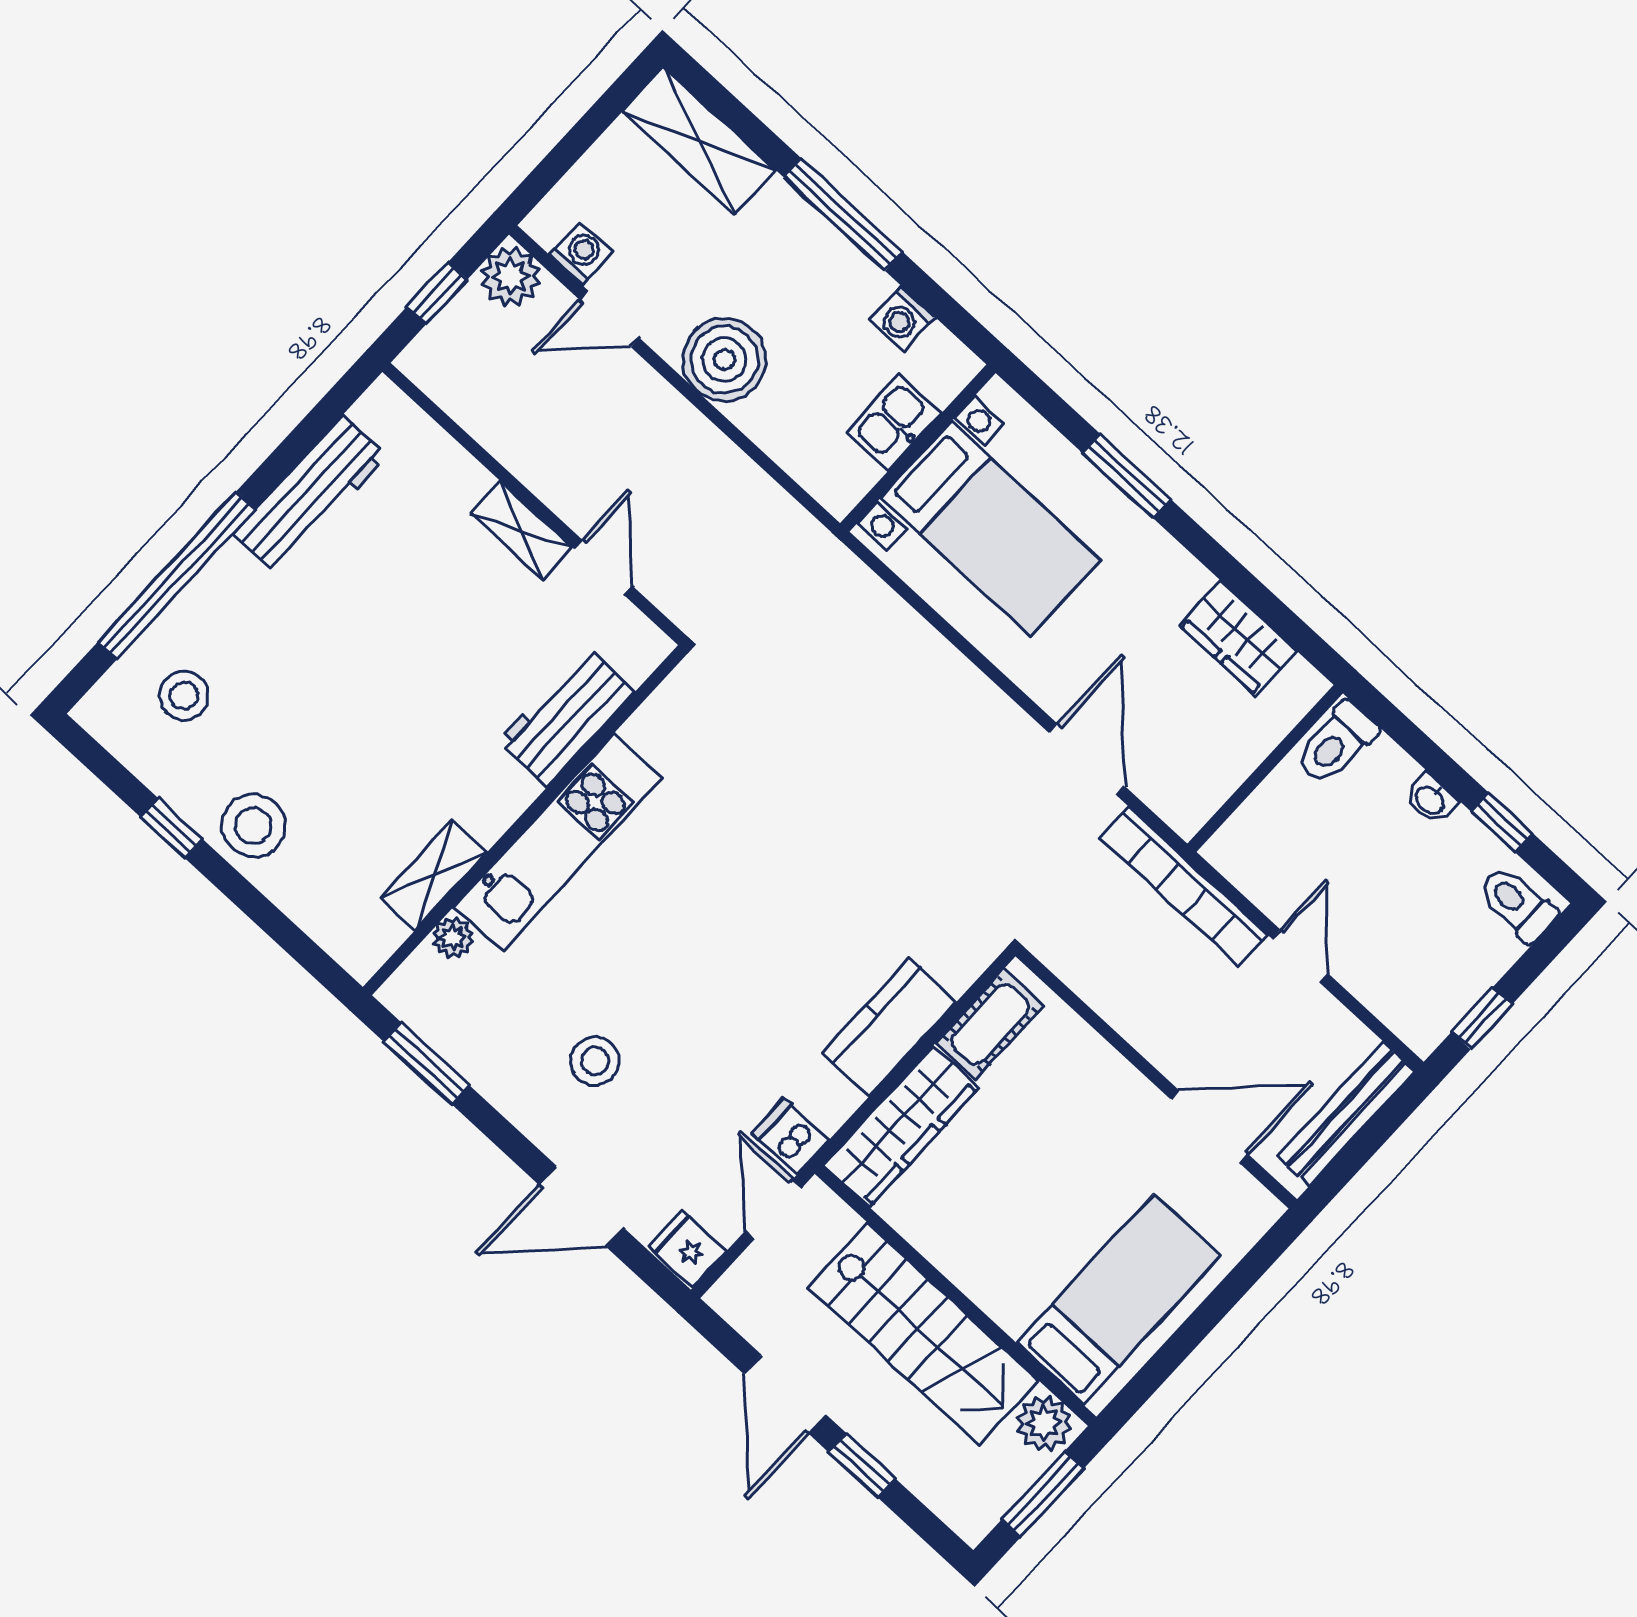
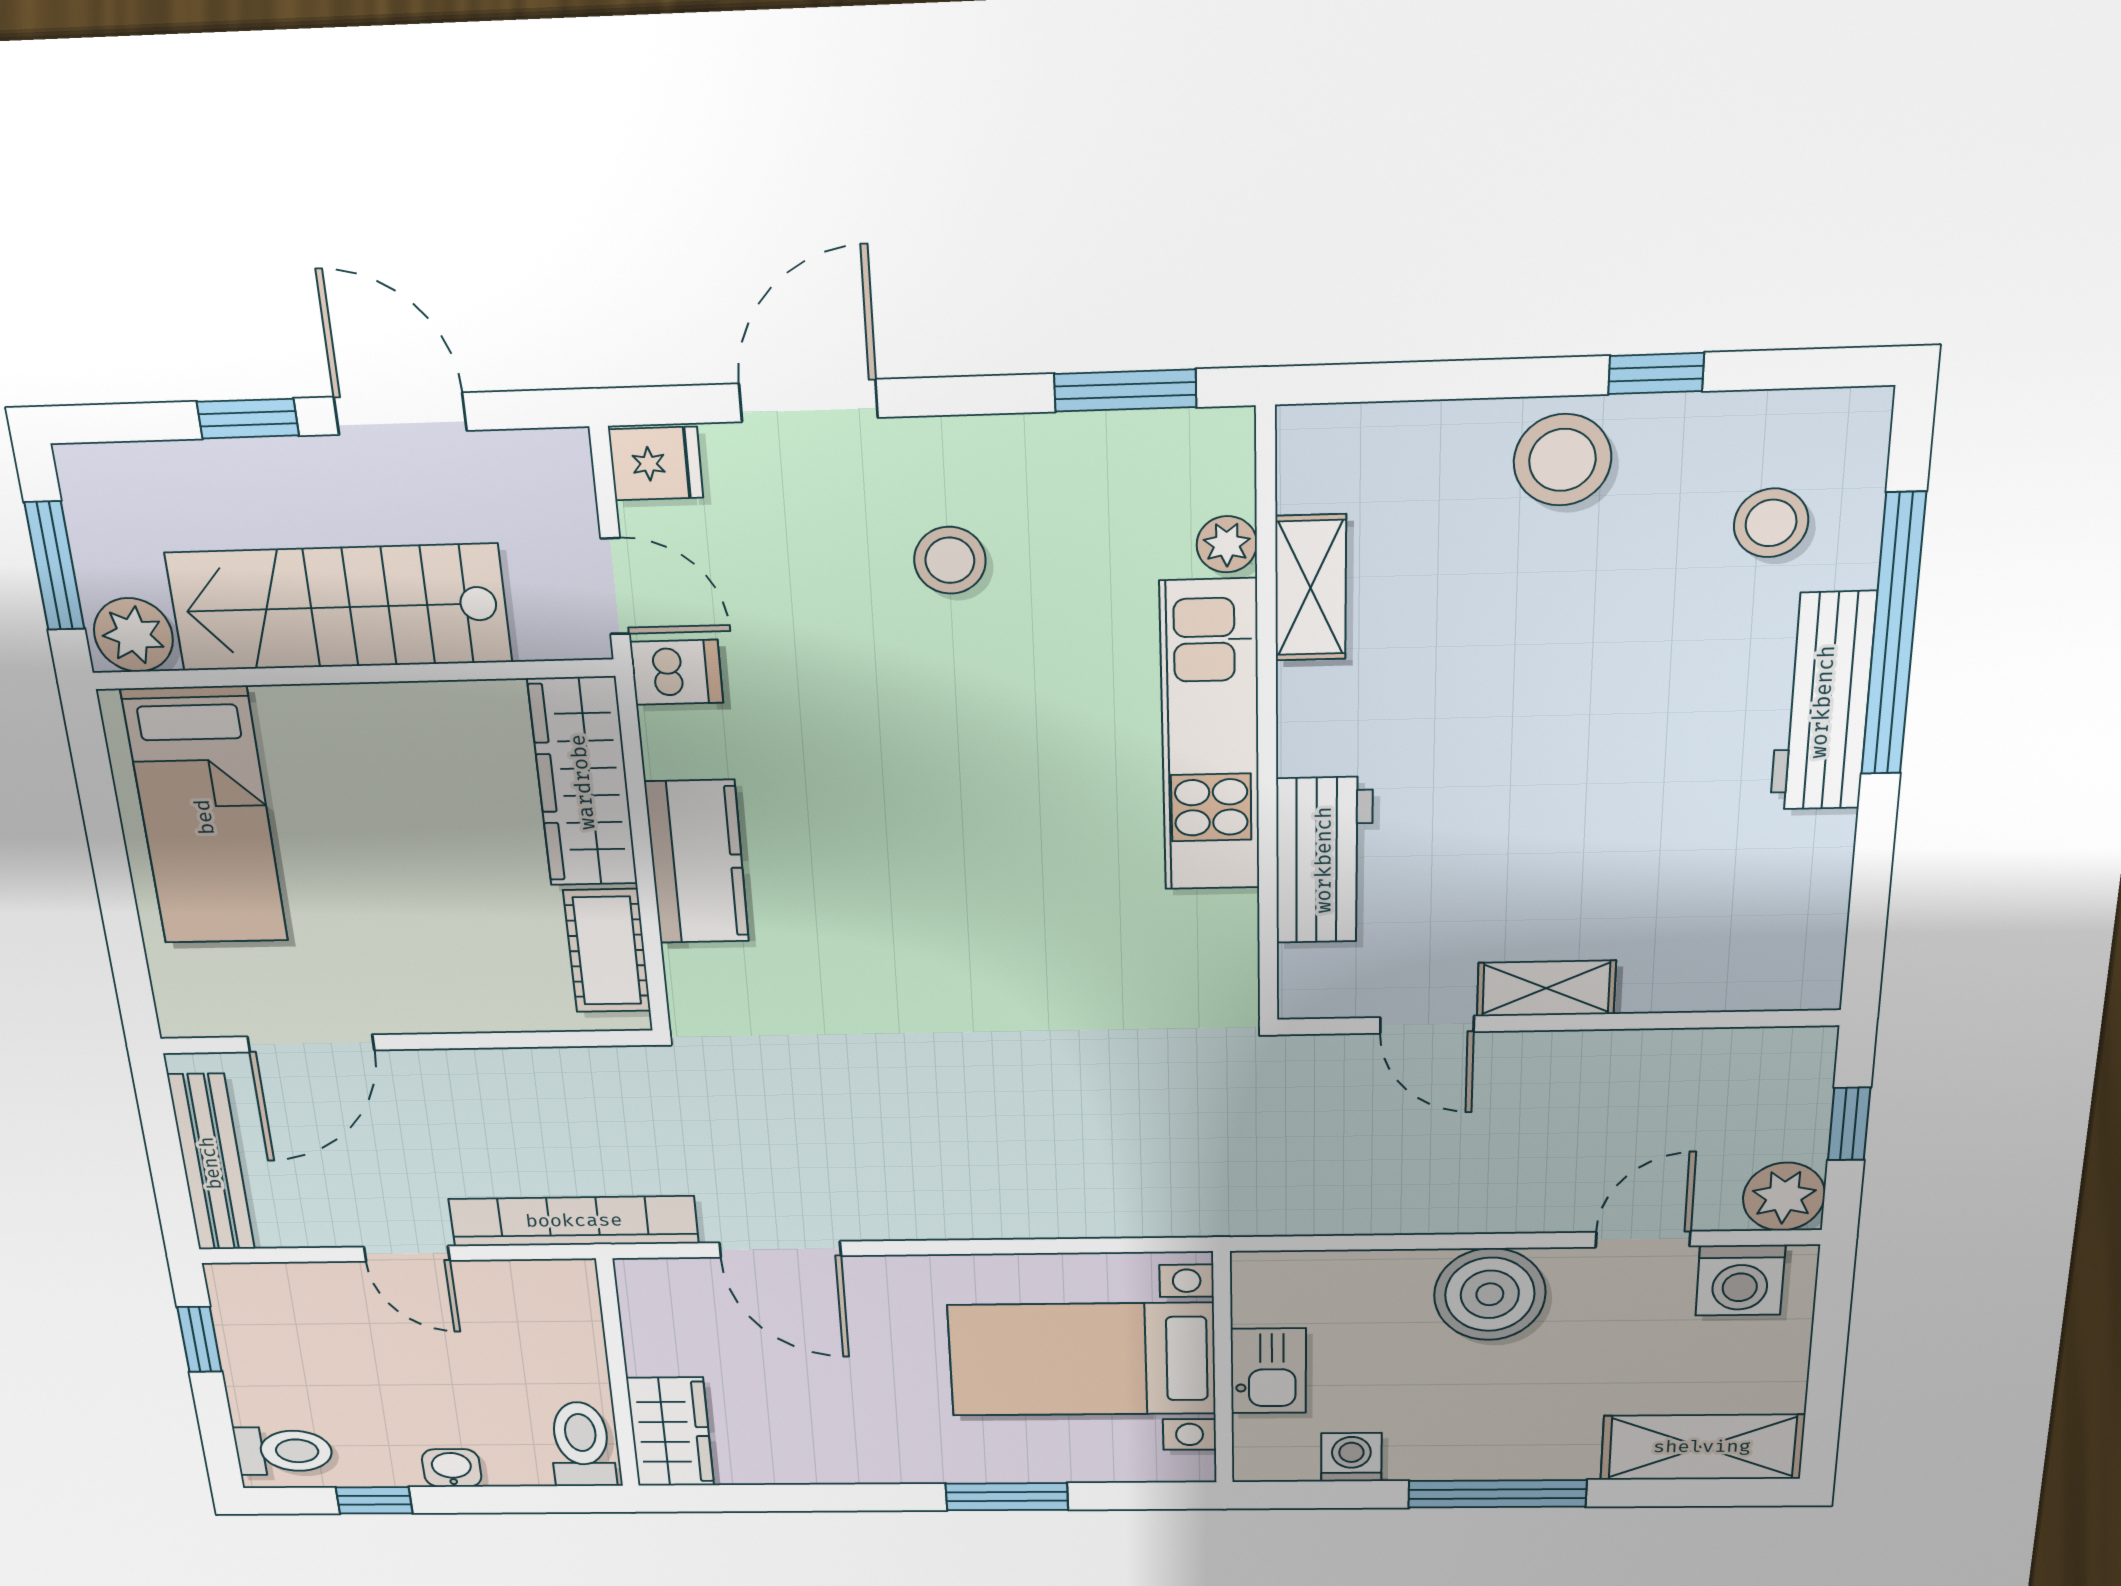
washing machine: (581, 253) -> (1740, 1280), width x1.38, depth x1.38
workbench: (310, 495) -> (1823, 702), moved
wardrobe: (1238, 638) -> (670, 1432), moved, turned 90

